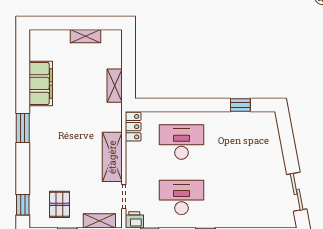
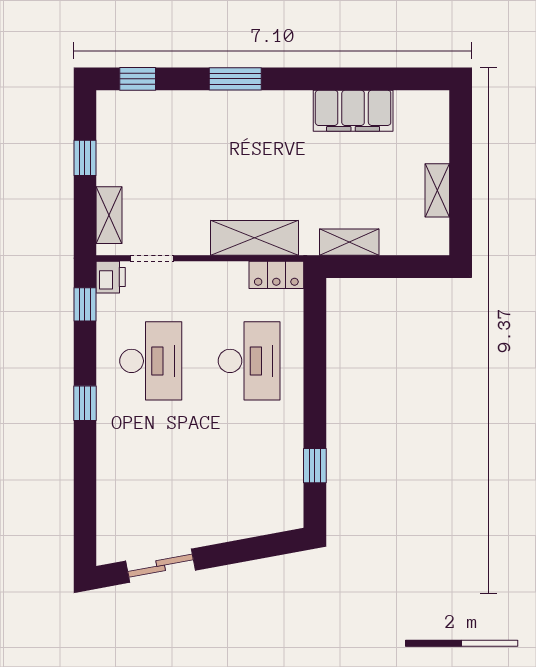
window: (23, 128) -> (235, 79), moved
shelving: (112, 157) -> (255, 238), moved
pallet: (60, 204) -> (138, 144), removed

